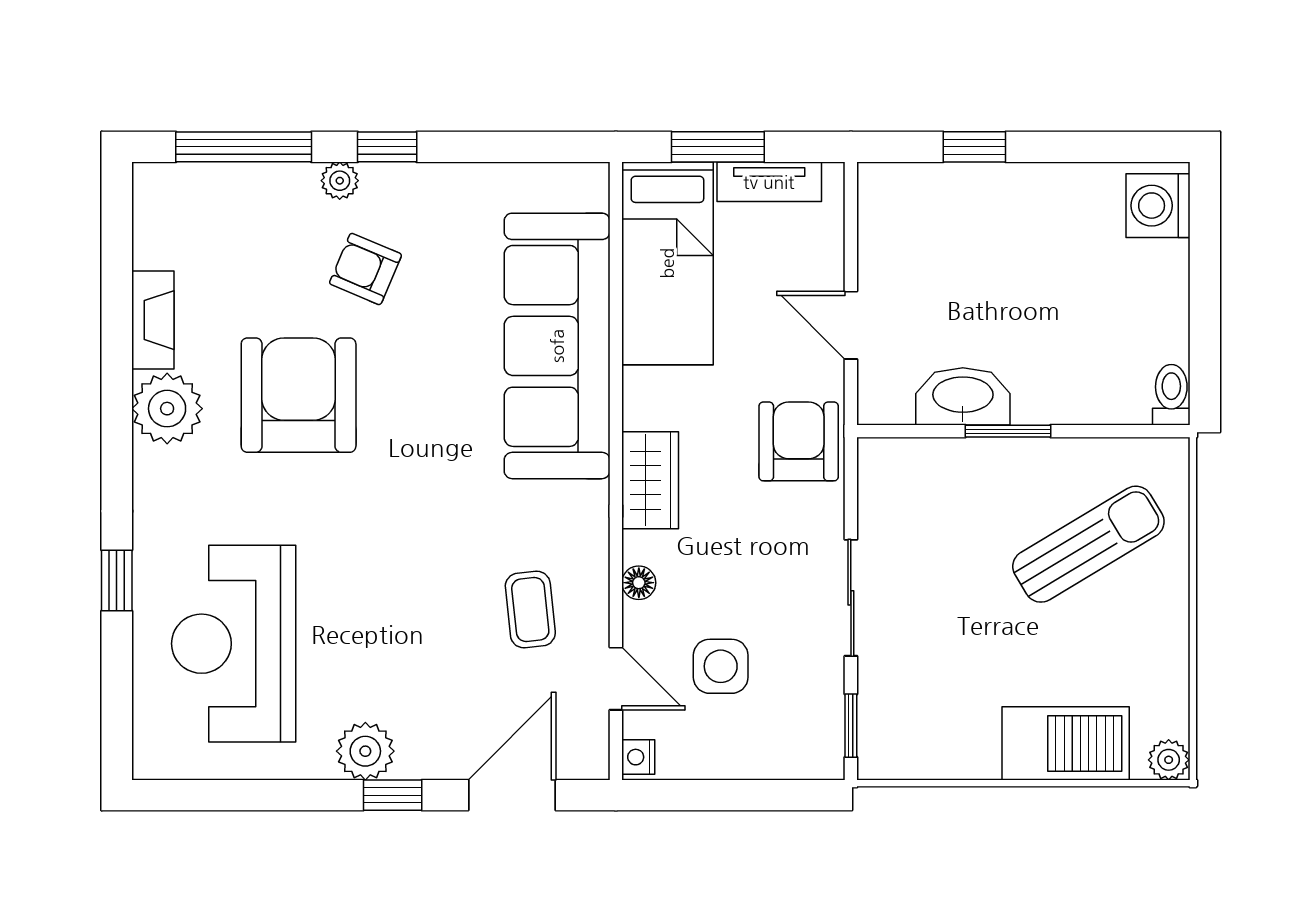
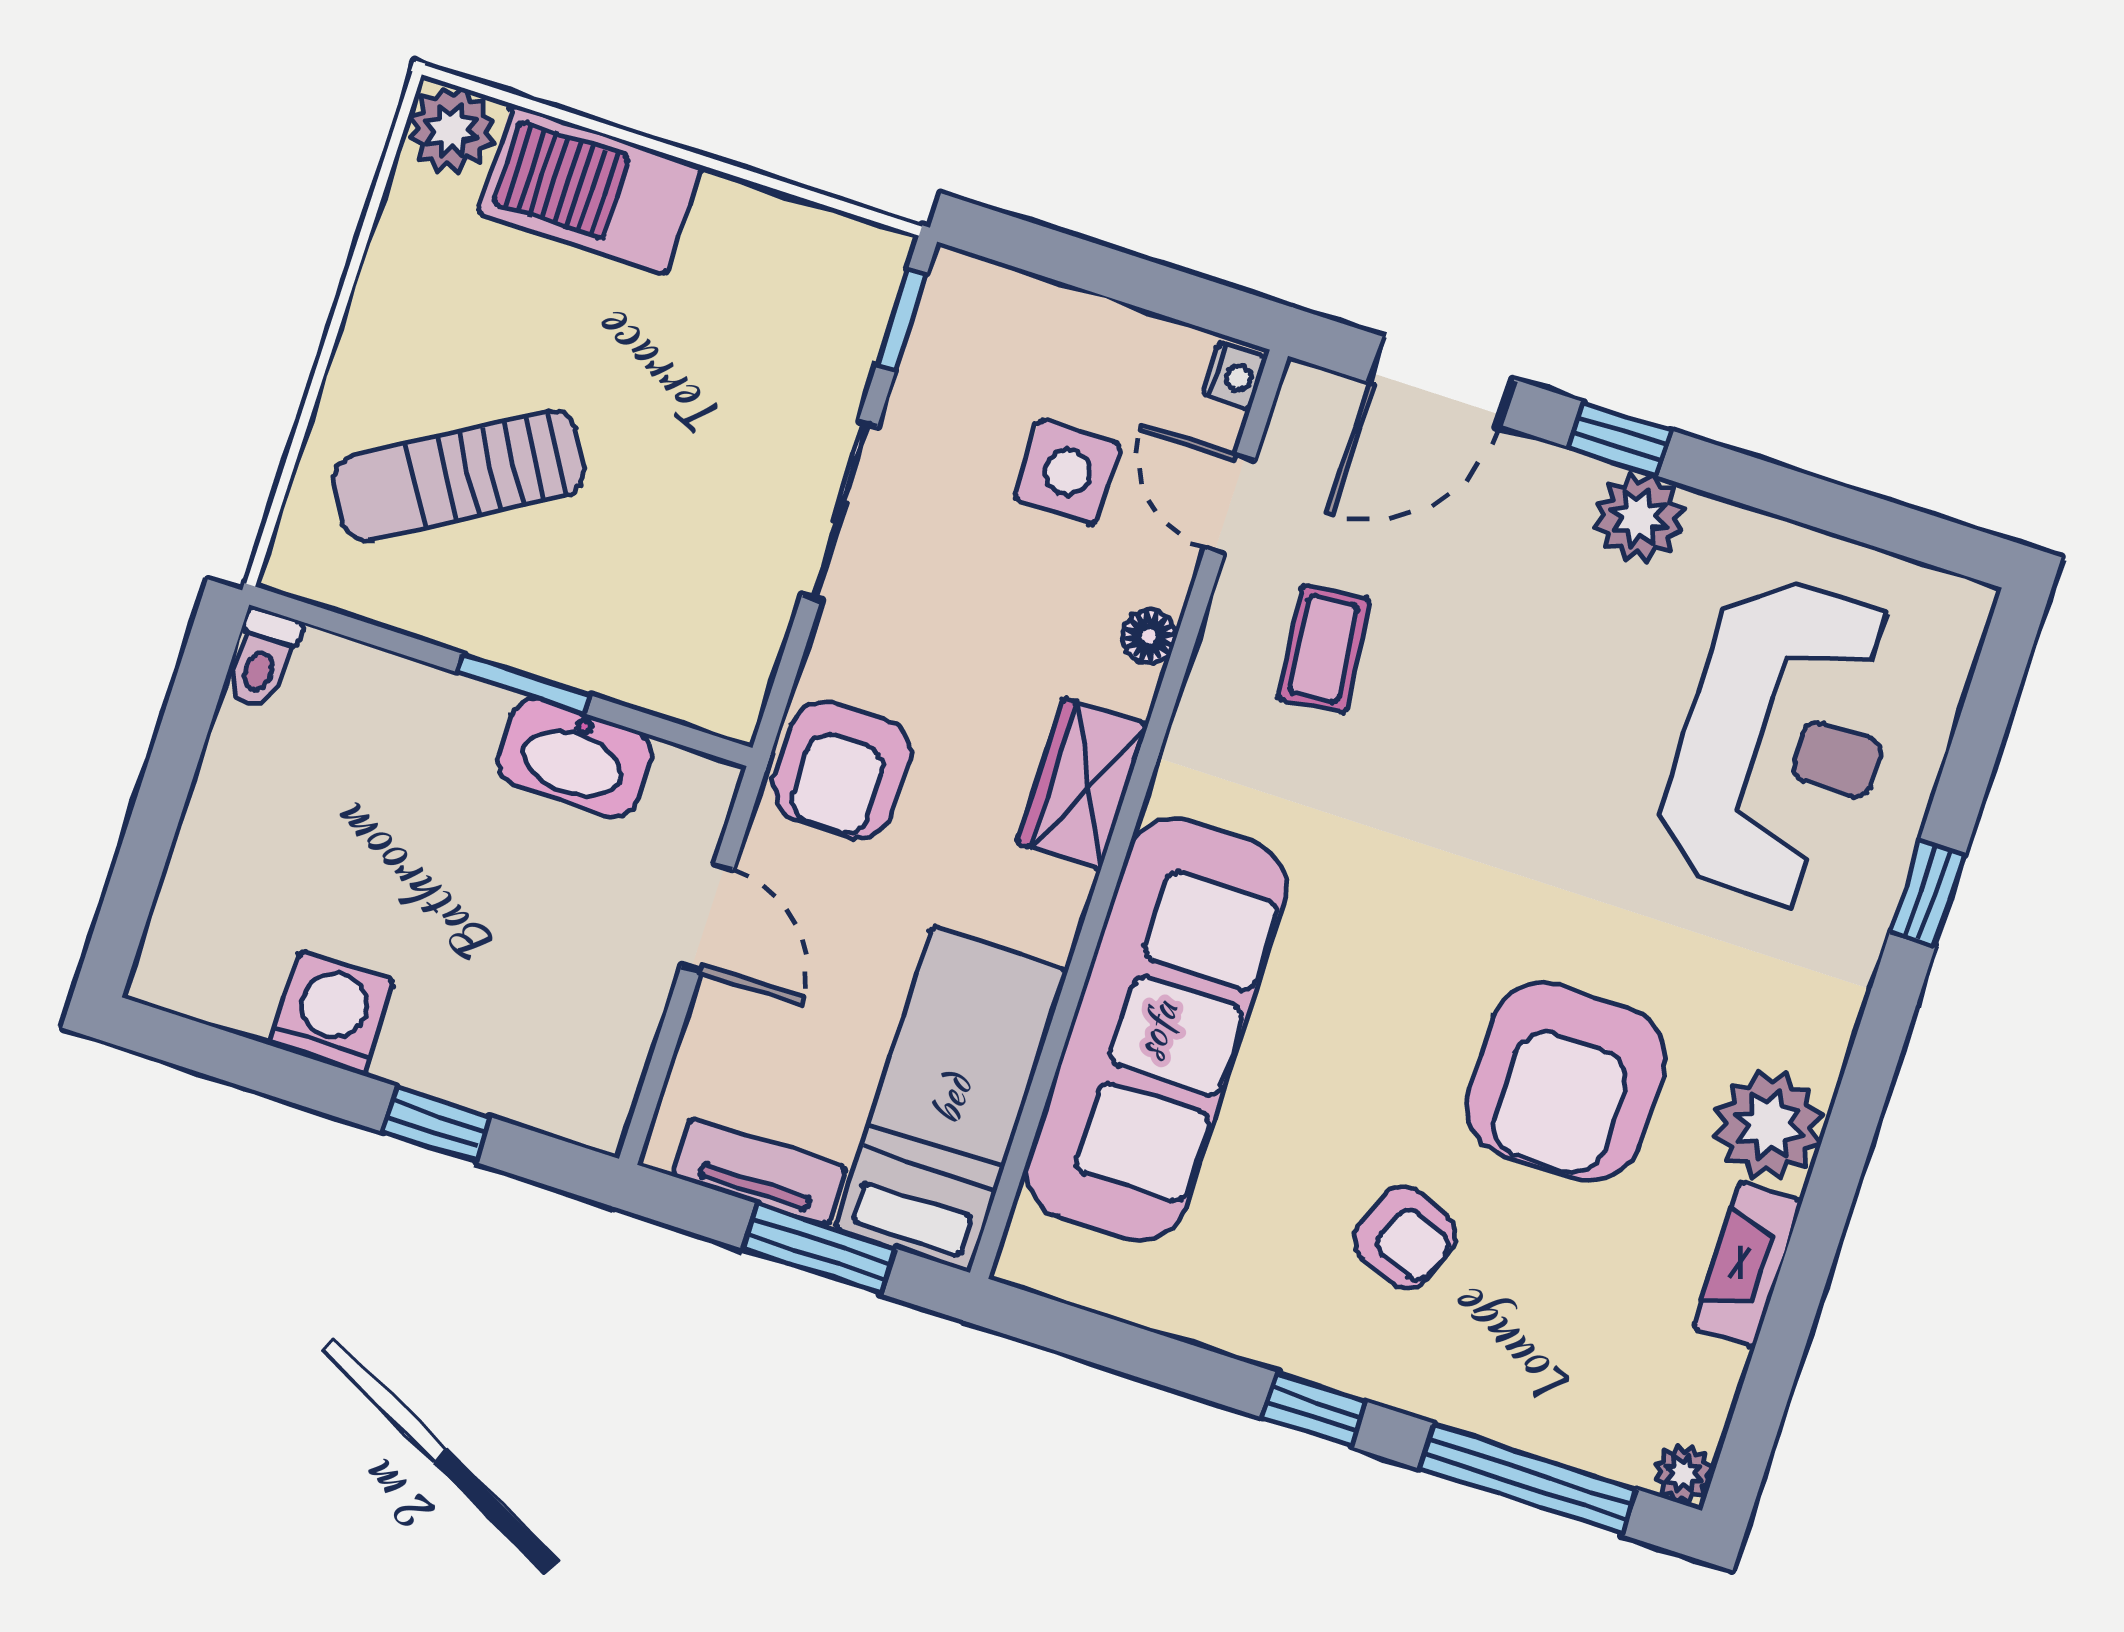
plant: (340, 181) -> (1683, 1474), moved
washing machine: (1158, 206) -> (332, 1013), moved, turned -90
plant: (1169, 760) -> (451, 130), width x1.38, depth x1.38

